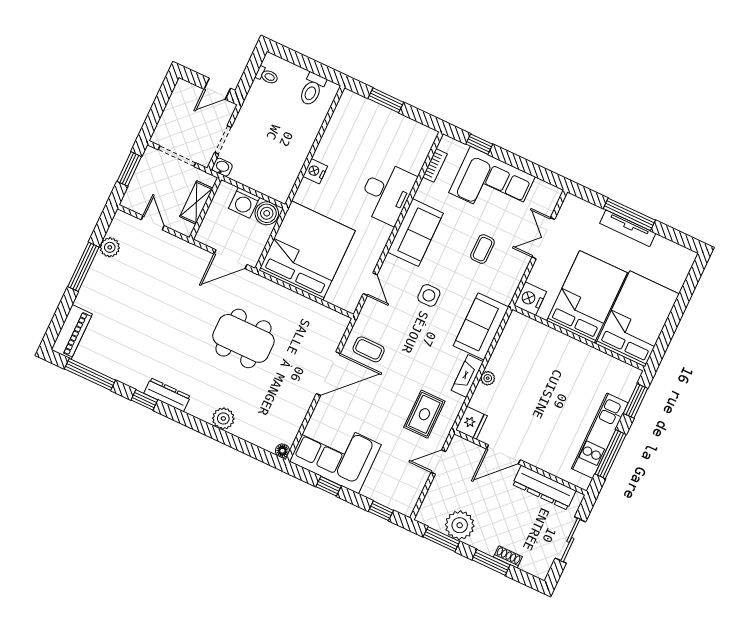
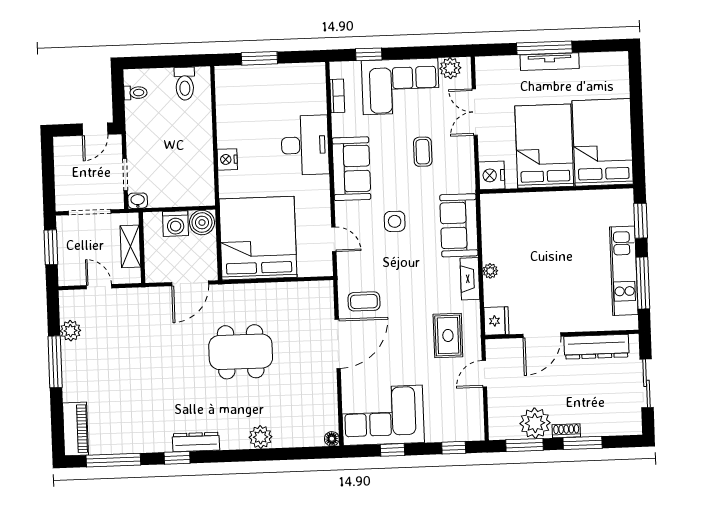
plant: (542, 191) -> (450, 68), added
shoe rack: (508, 557) -> (566, 431), moved

